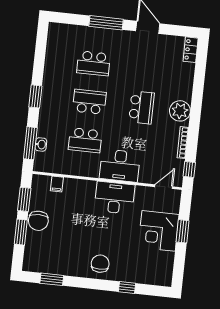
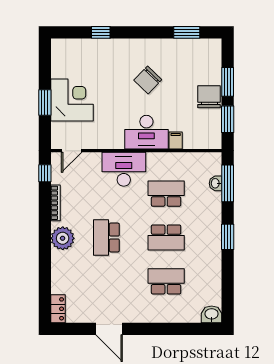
window: (106, 23) -> (157, 329), removed
washbasin: (57, 30) -> (212, 314), added
filing cabinet: (57, 184) -> (176, 141), moved
desk: (115, 198) -> (146, 132), moved
chair: (100, 264) -> (148, 80), moved, turned 44

